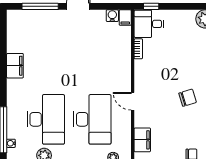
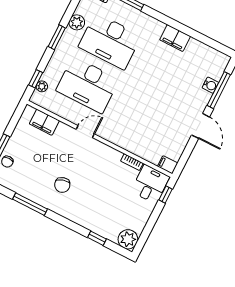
water cooler: (112, 16) -> (210, 85), moved

